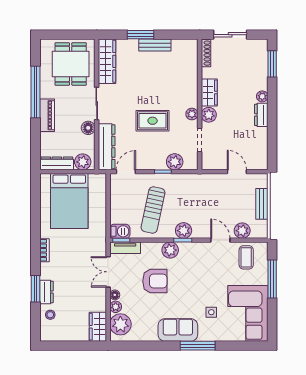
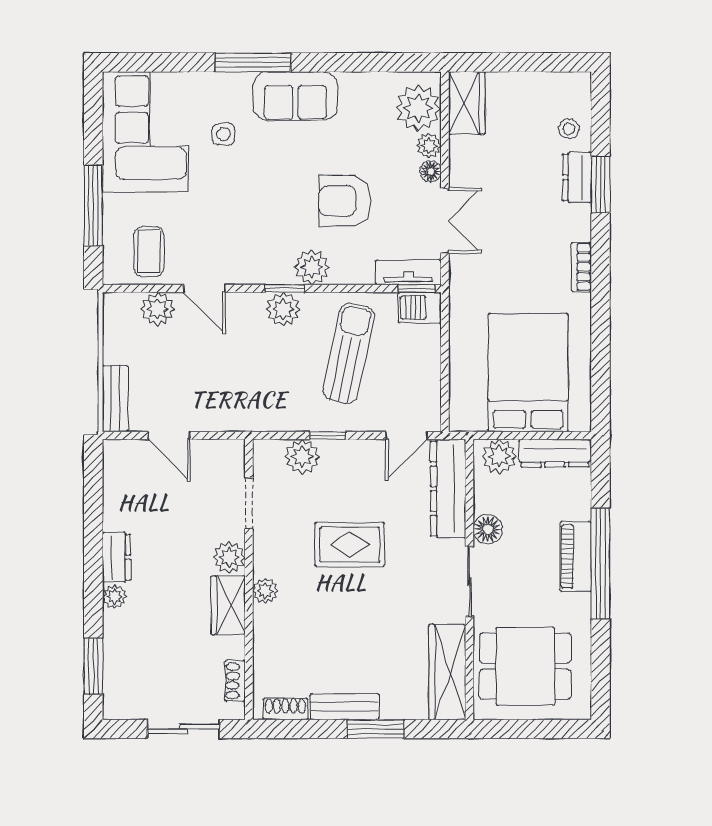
shoe rack: (183, 44) -> (285, 709), added
shoe rack: (206, 53) -> (235, 681), width x0.70
dining table: (71, 64) -> (525, 666), turned 90
window: (35, 92) -> (601, 563), moved
plant: (192, 114) -> (265, 591), moved
bench: (262, 204) -> (115, 399), moved

